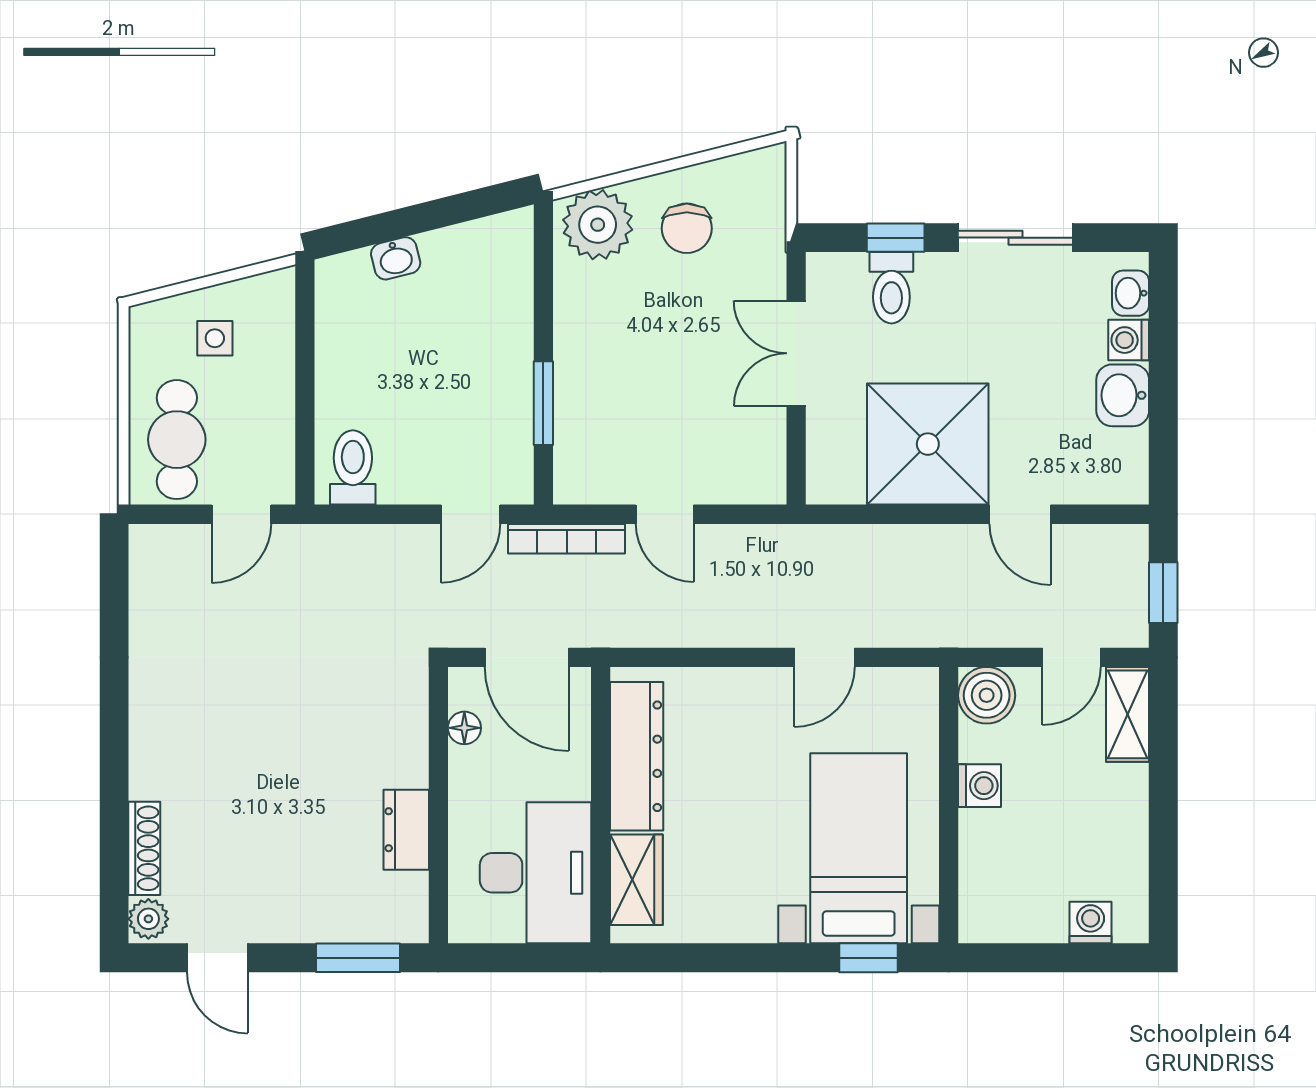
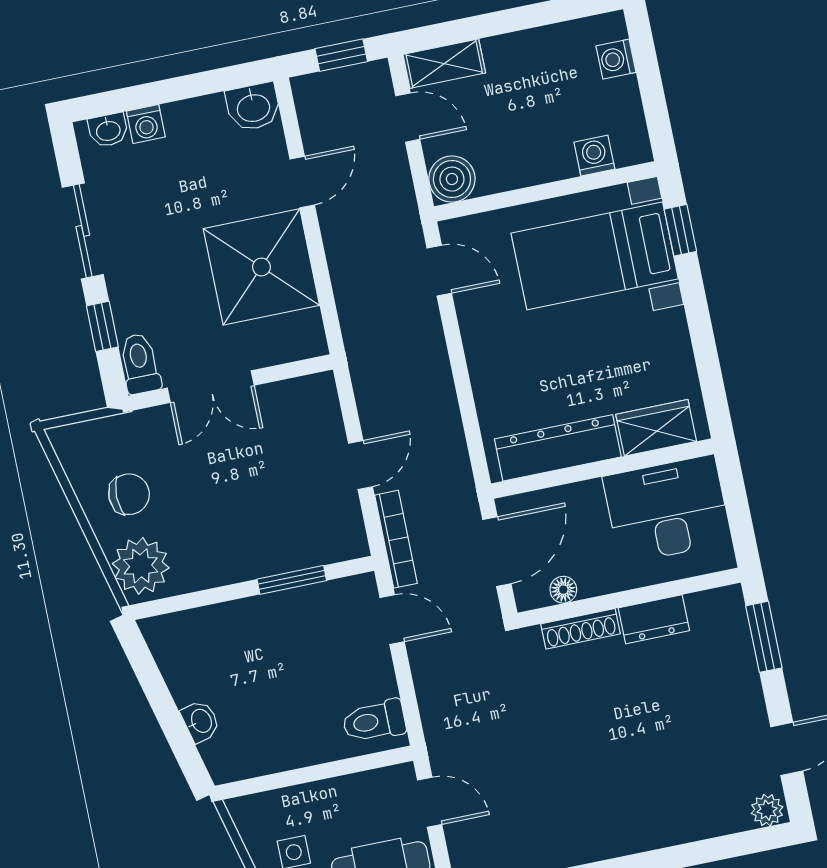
toilet: (891, 288) -> (140, 364), moved, turned -90
washbasin: (1123, 395) -> (253, 107), moved
door: (825, 657) -> (439, 271), moved
washing machine: (980, 786) -> (594, 156), moved
shoe rack: (144, 848) -> (581, 629), moved, turned 180

